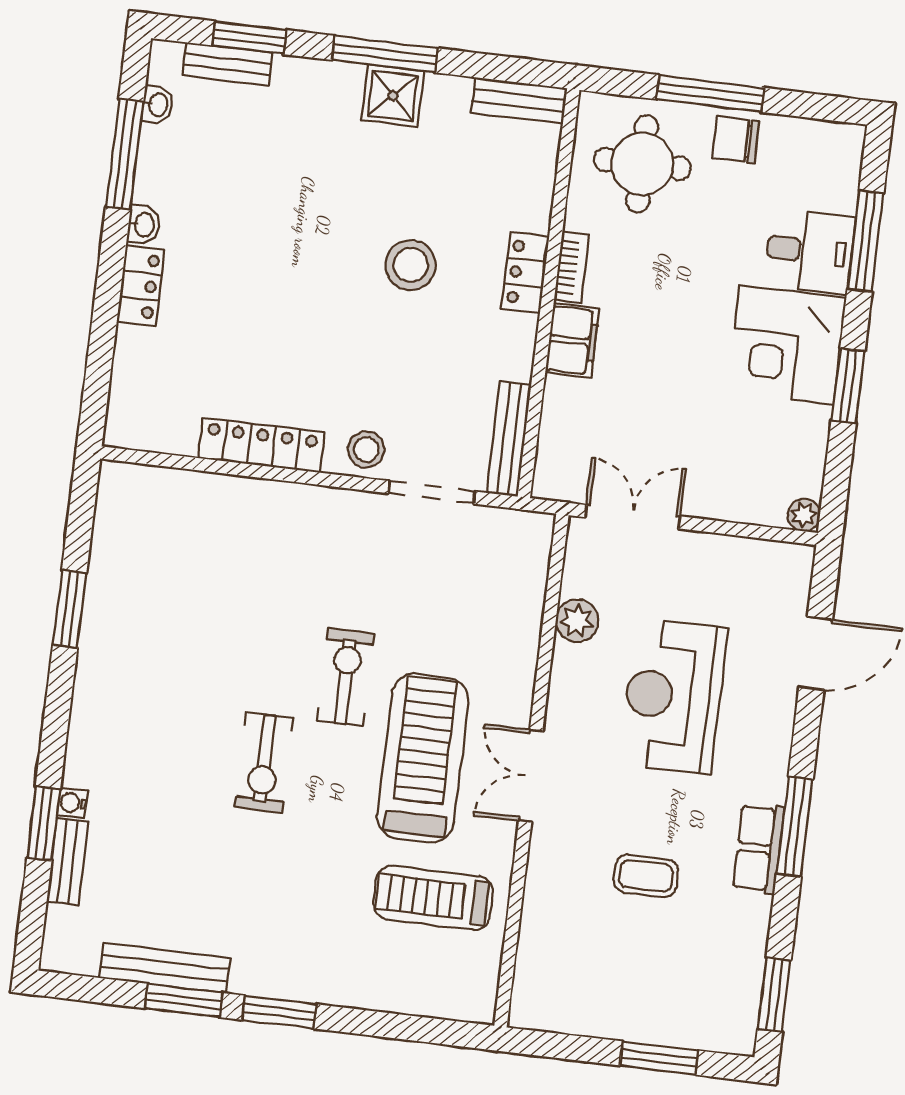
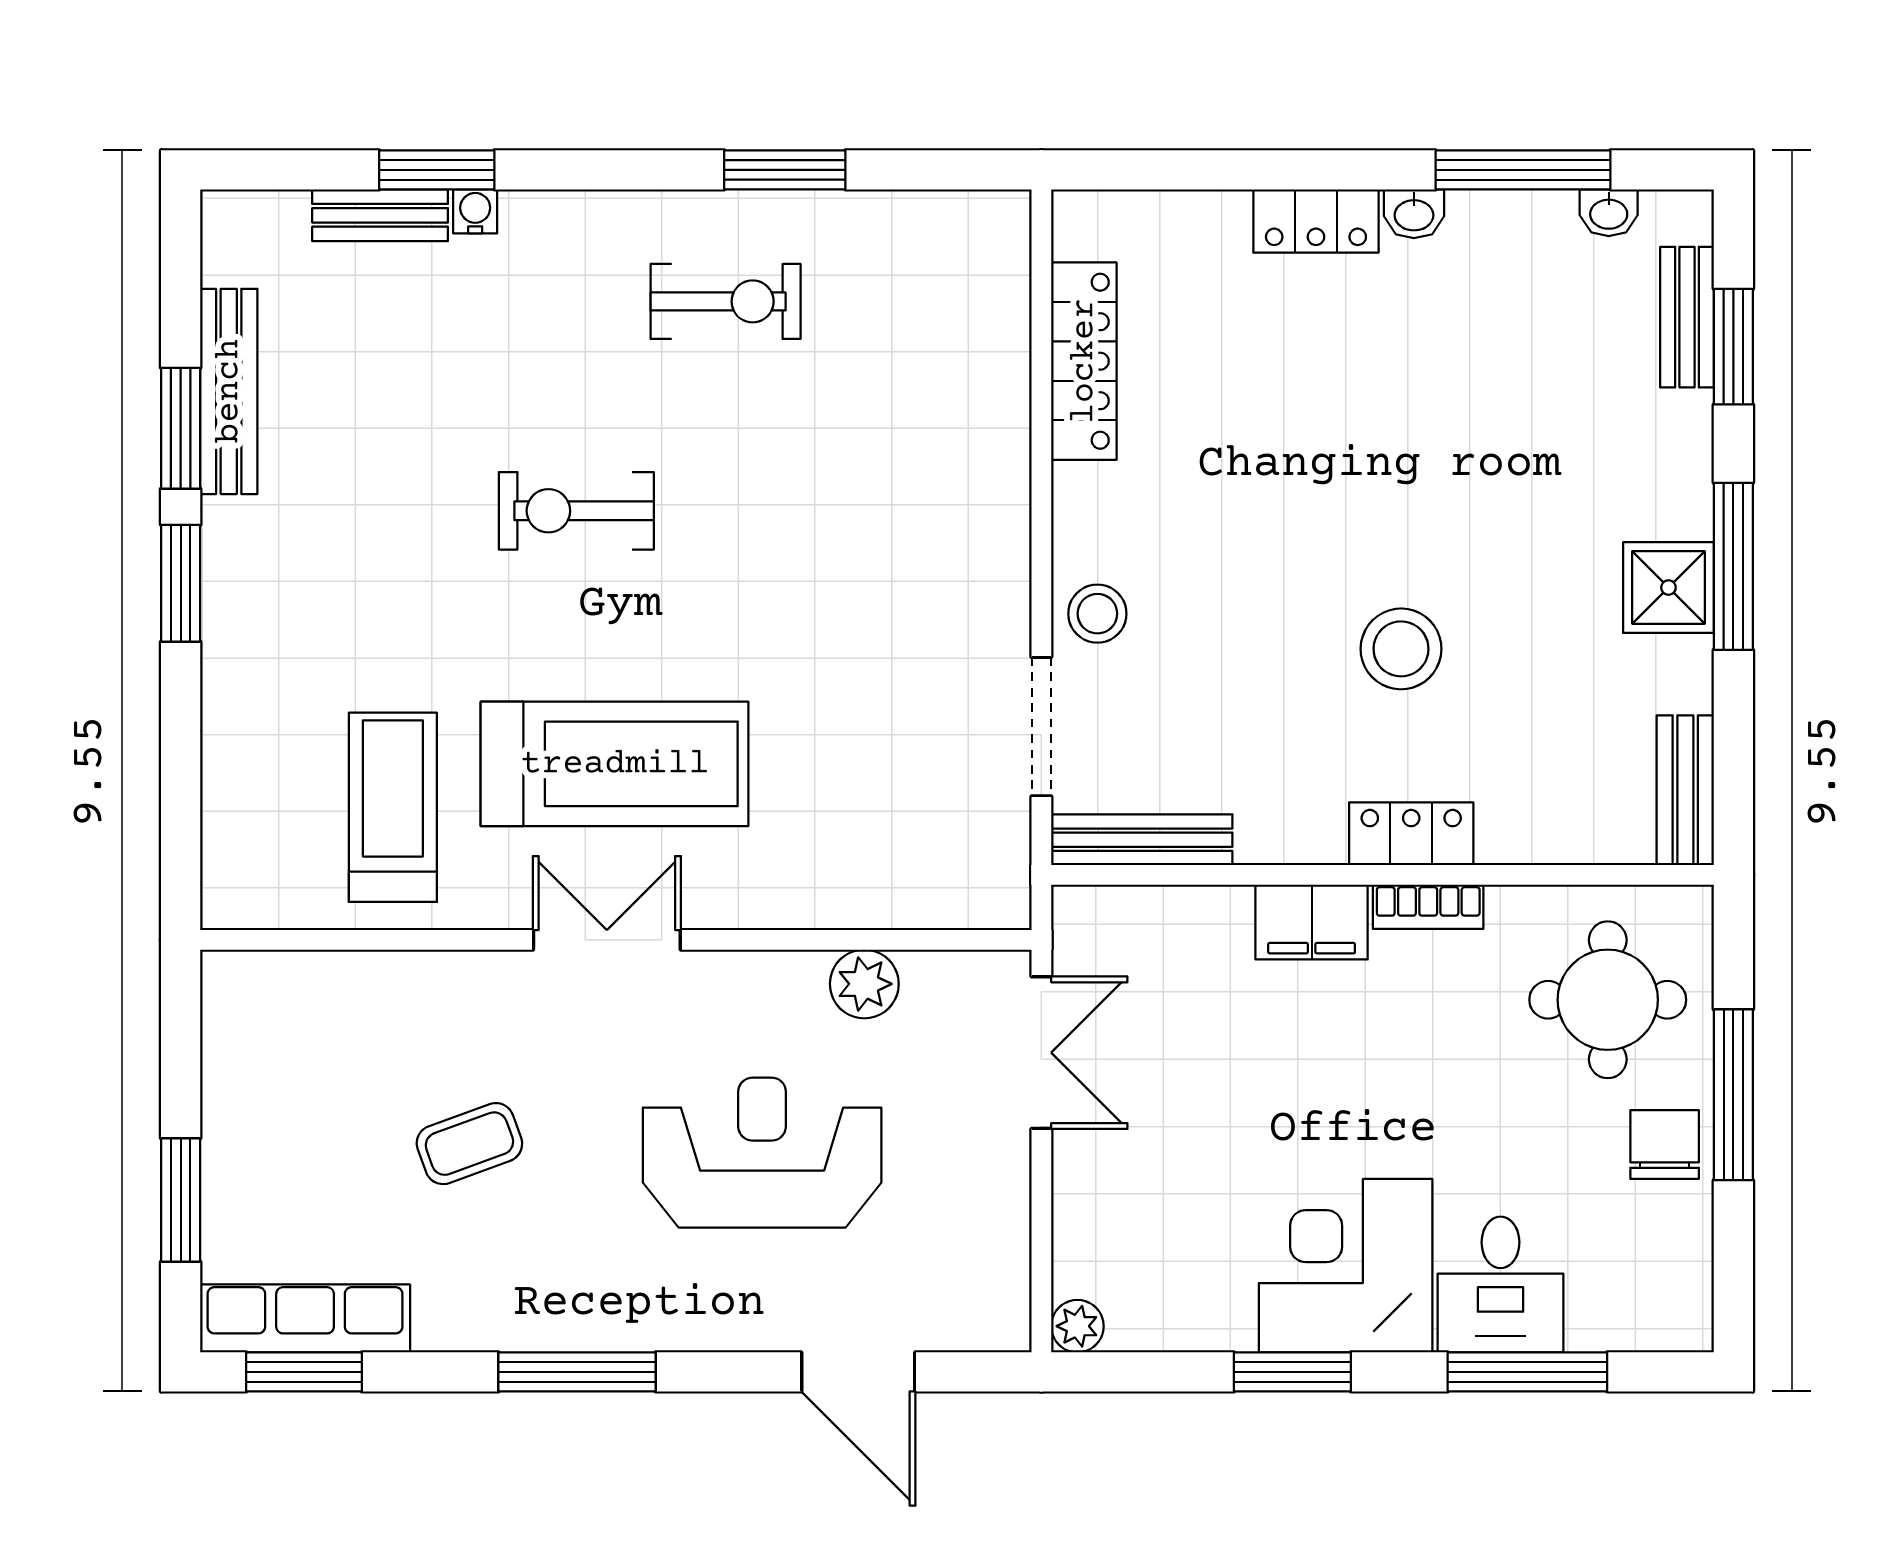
locker: (261, 445) -> (1084, 361), moved
exercise bike: (345, 677) -> (726, 301), moved
row of seats: (759, 848) -> (305, 1318), moved, width x1.48
coffee table: (646, 876) -> (469, 1144), turned 70

